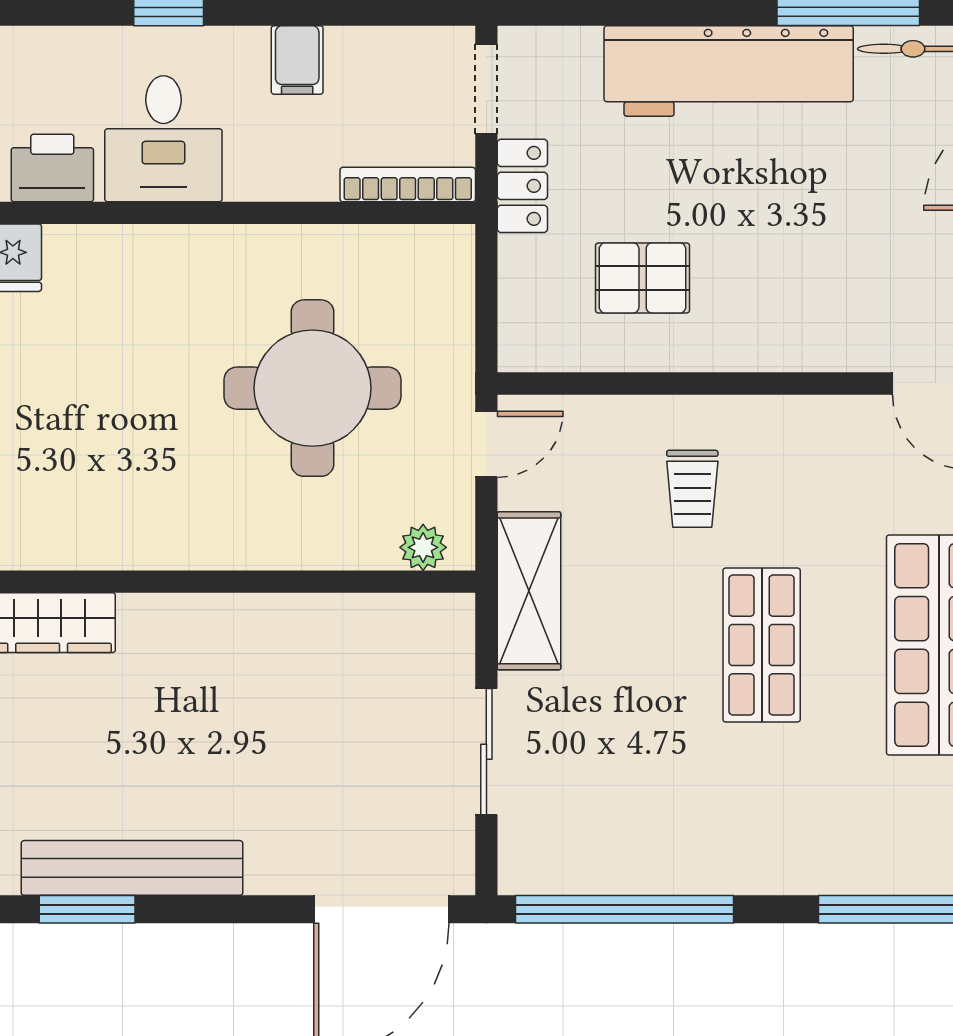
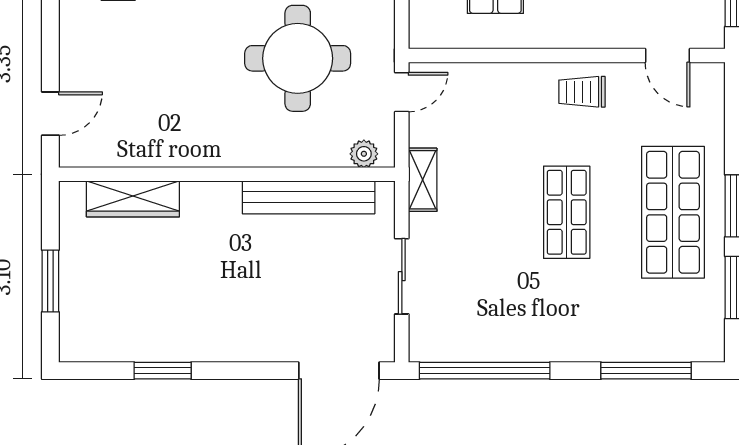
trolley: (692, 489) -> (582, 92), moved, turned 90
shelving: (529, 591) -> (423, 180), width x0.67, depth x0.75
bench: (132, 868) -> (309, 197), moved

